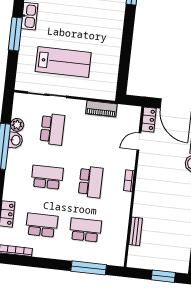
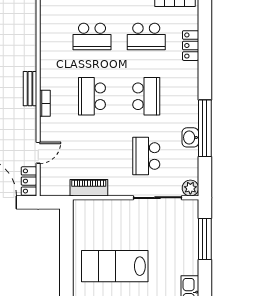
window: (15, 34) -> (205, 239), moved
lab bench: (63, 62) -> (115, 266), moved
plant: (17, 125) -> (190, 188), moved
school desk: (47, 177) -> (146, 96), turned -90
bench: (136, 231) -> (30, 89), moved

